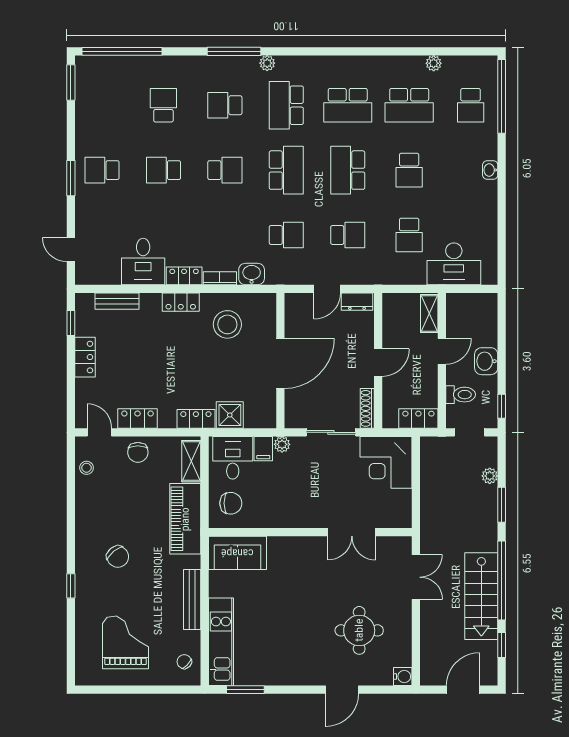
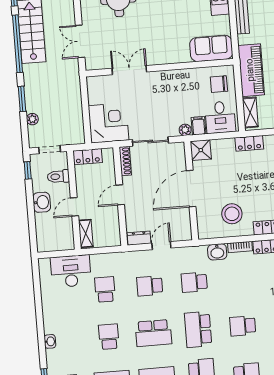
school desk: (348, 170) -> (153, 333), turned 90
shower: (230, 415) -> (201, 150), moved

